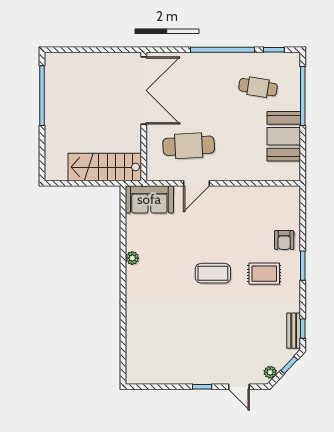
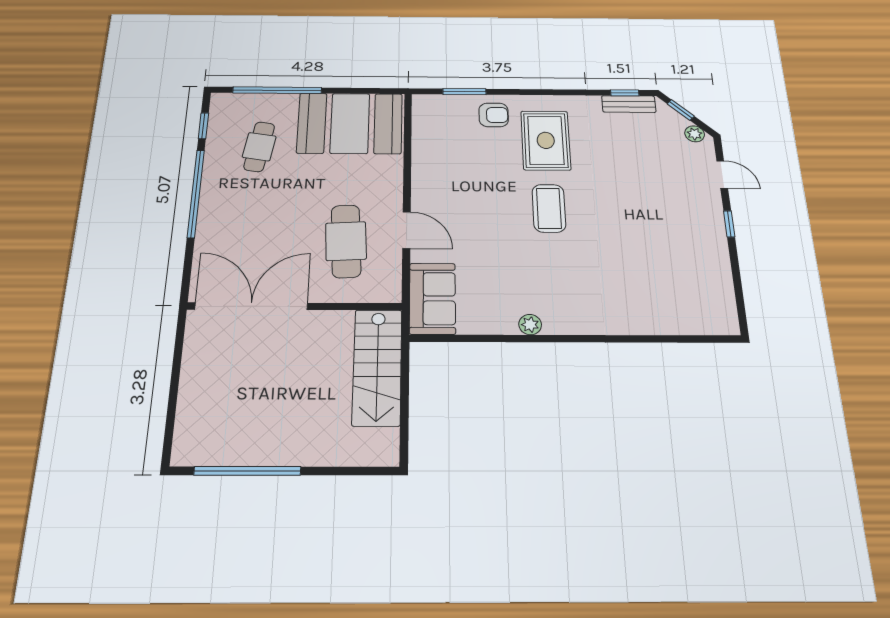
booth: (284, 136) -> (350, 123), width x1.36, depth x1.42
window: (303, 266) -> (464, 92), moved
rug: (264, 274) -> (546, 140), width x1.36, depth x1.43
door: (239, 387) -> (722, 175), hinge flipped

